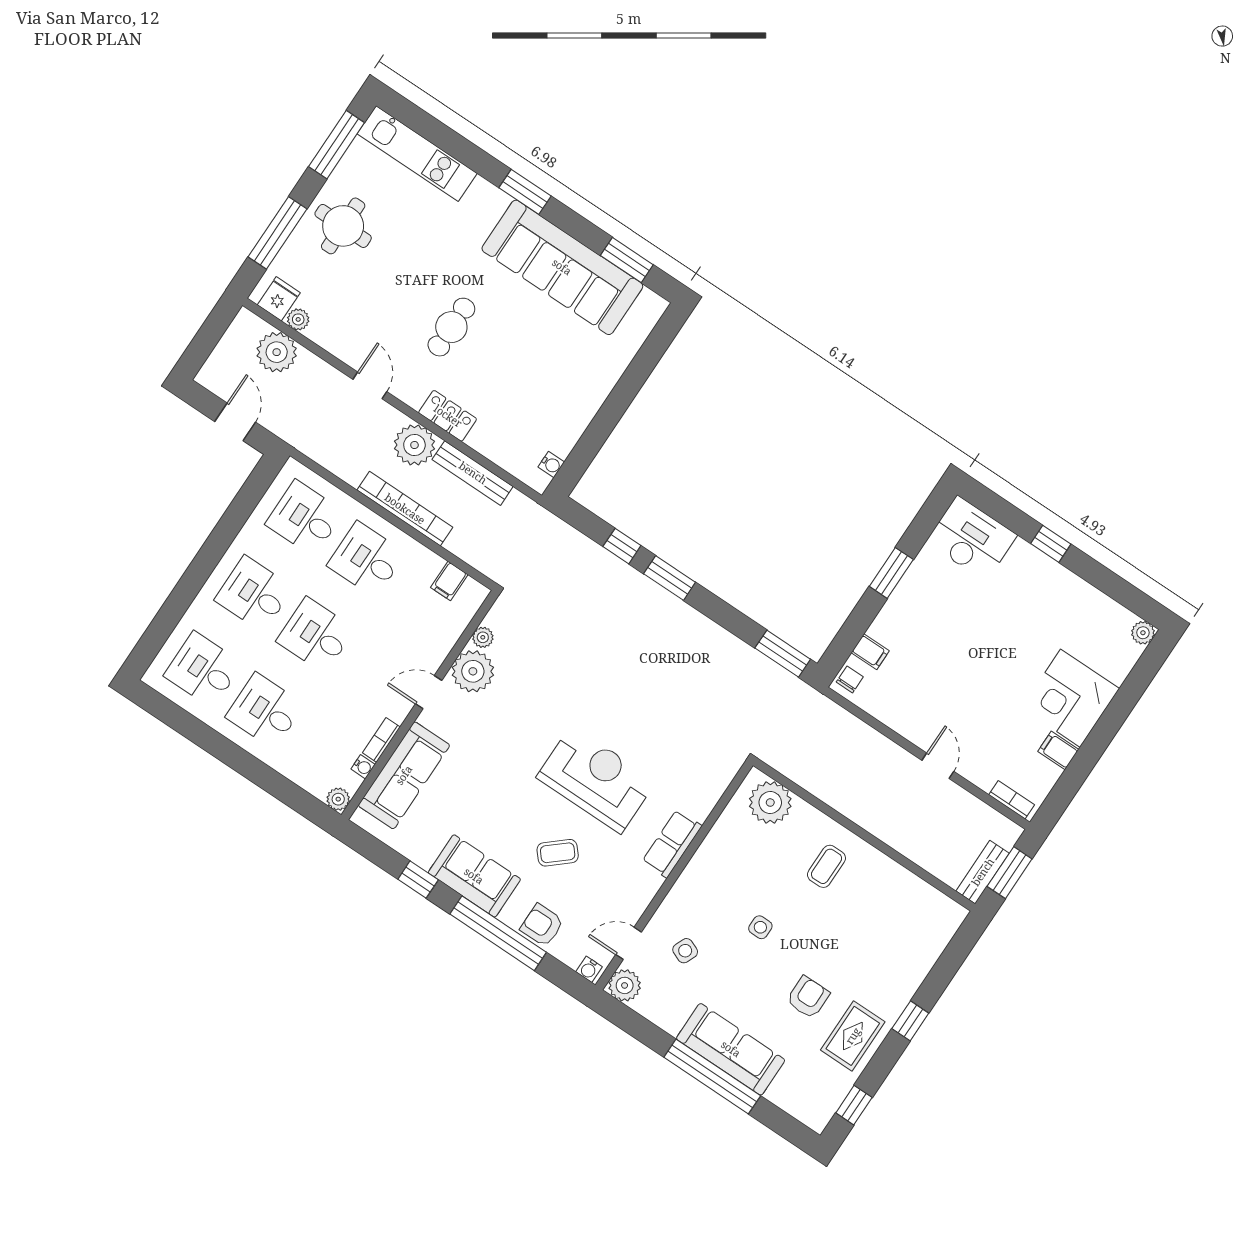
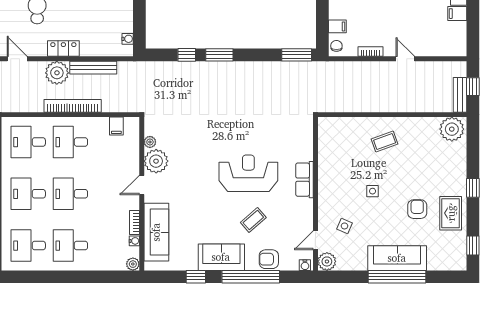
bookcase: (1012, 800) -> (370, 52), moved
plant: (770, 803) -> (452, 129), moved
coffee table: (826, 866) -> (385, 141), turned 70
window: (1010, 873) -> (473, 87), width x0.67

